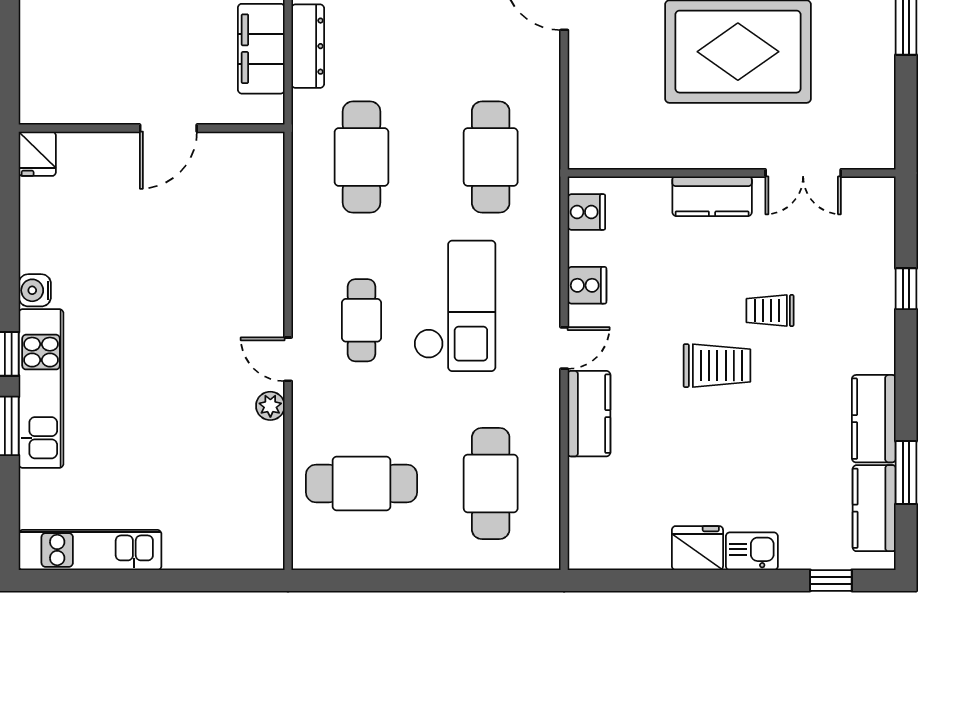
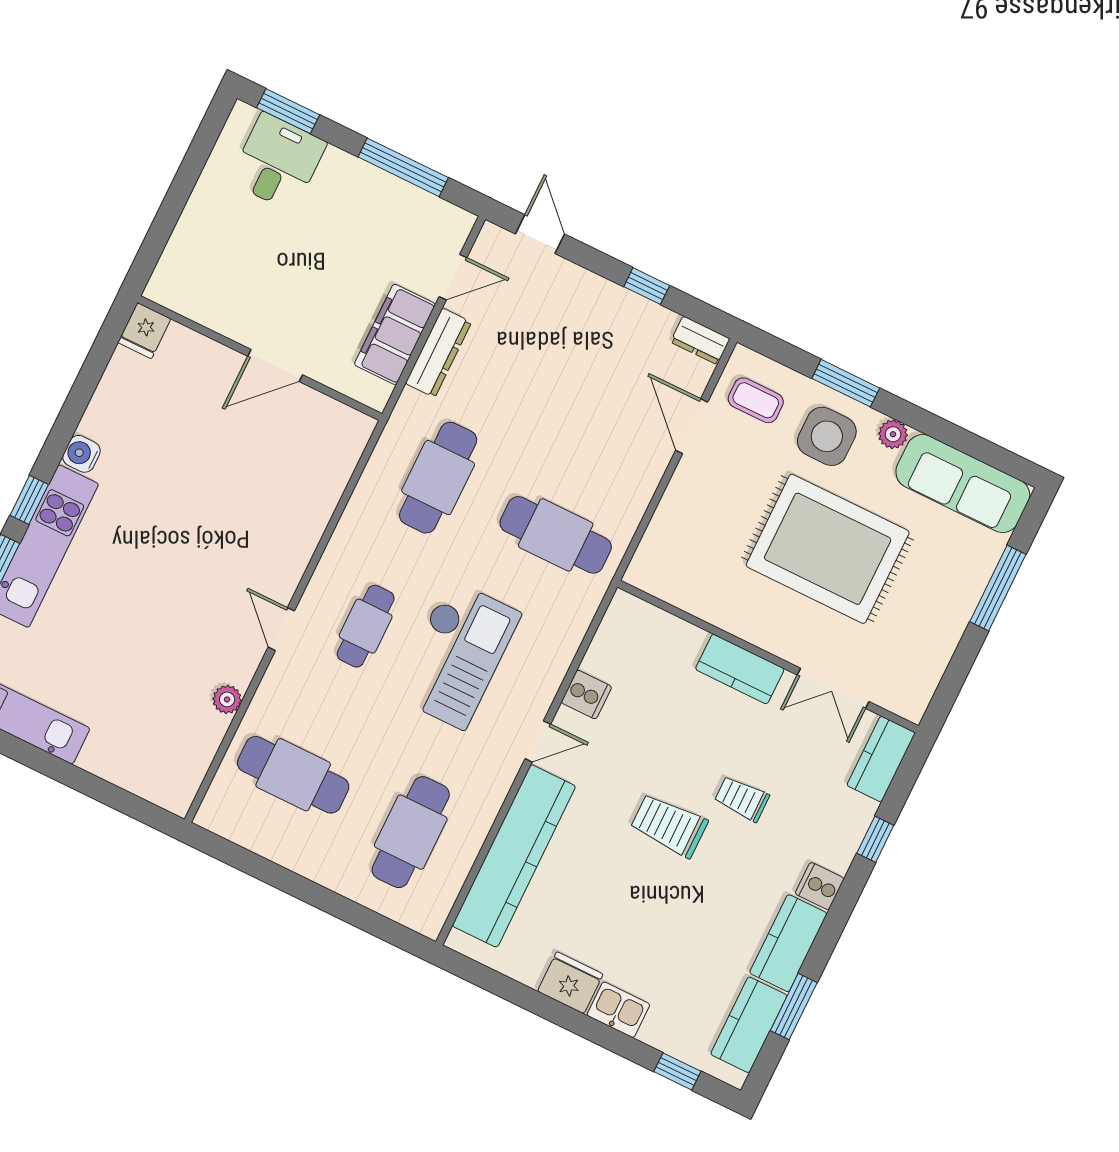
cafe table: (491, 157) -> (556, 535), turned 90
cooker: (586, 212) -> (820, 886), moved, turned 180
kitchen counter: (876, 215) -> (881, 759), added
trolley: (717, 366) -> (669, 825), turned 180
plant: (270, 406) -> (227, 699), moved
kitchen counter: (589, 414) -> (514, 856), width x2.08, depth x1.17

